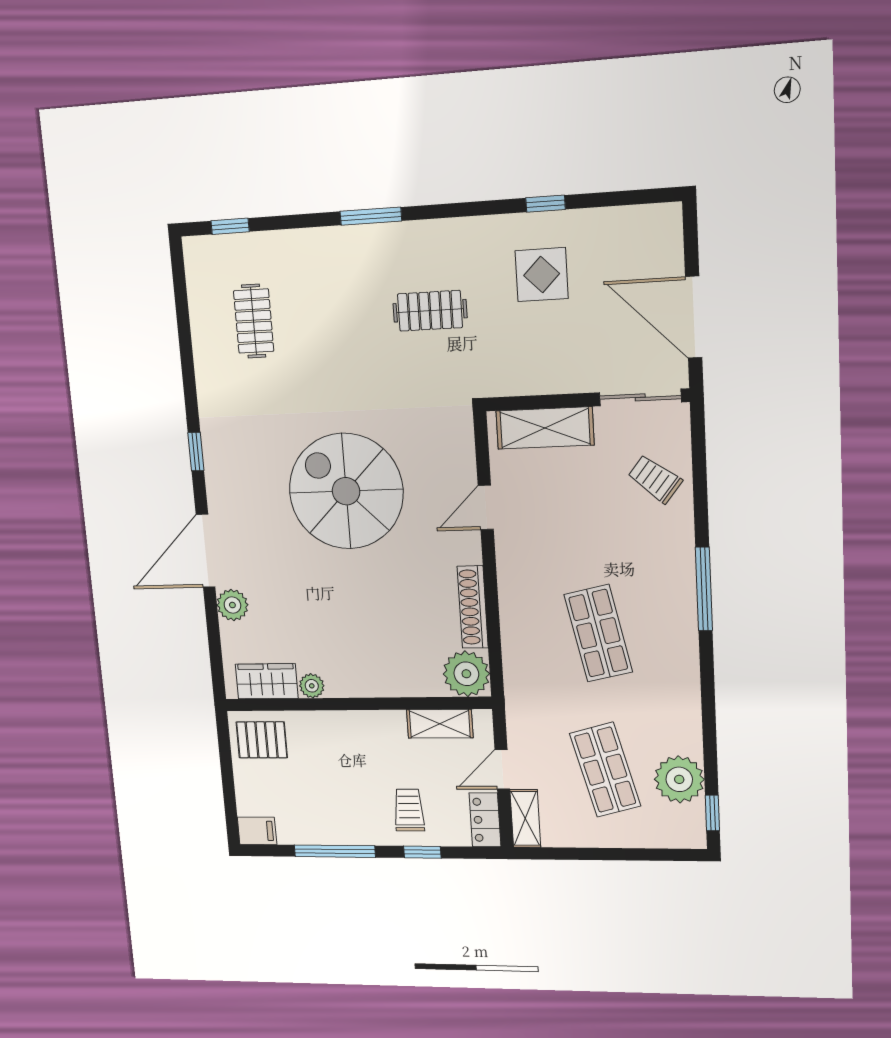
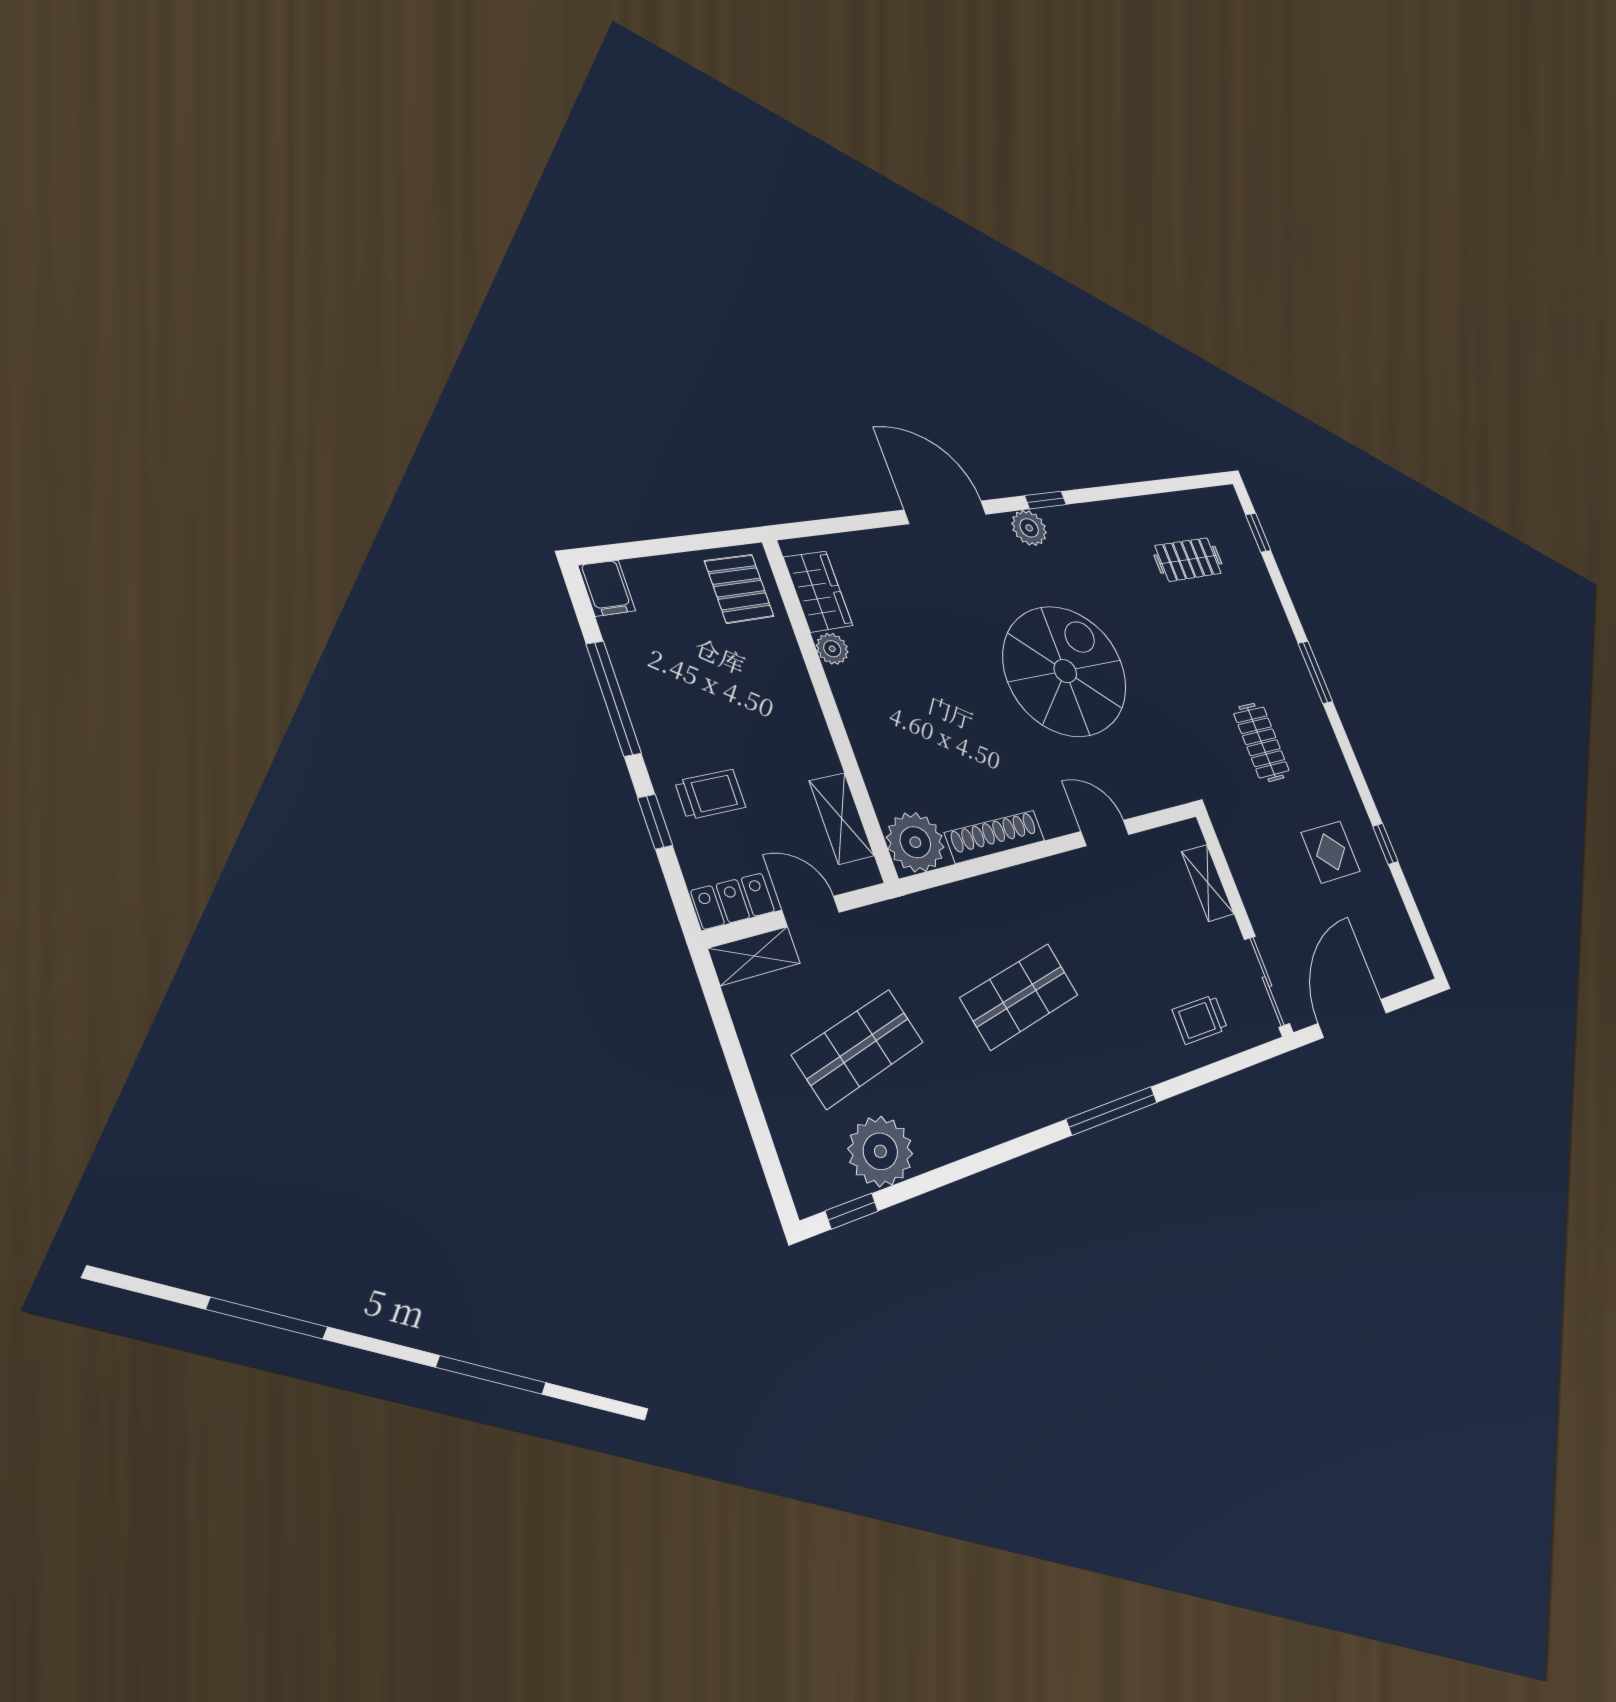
shelving: (545, 428) -> (1208, 883), width x0.67, depth x0.75
trolley: (655, 479) -> (1200, 1019), turned -128
plant: (232, 605) -> (1029, 528), moved

